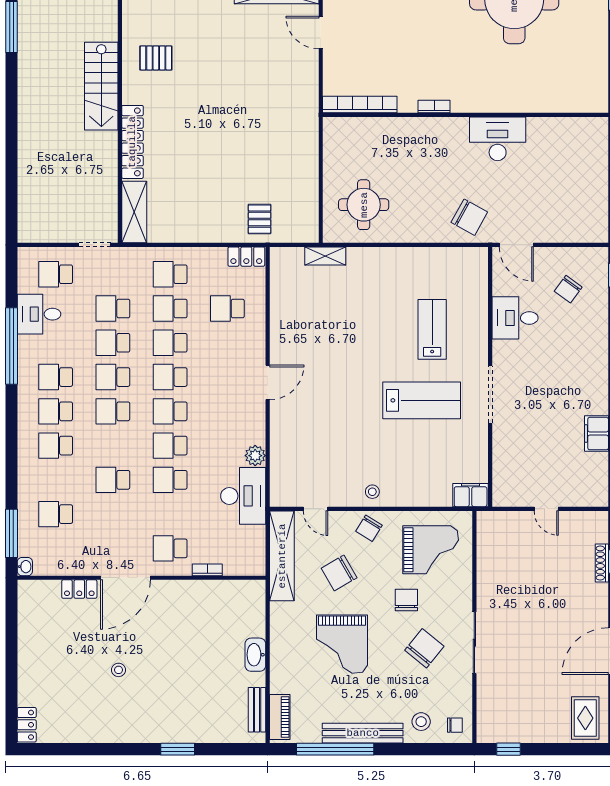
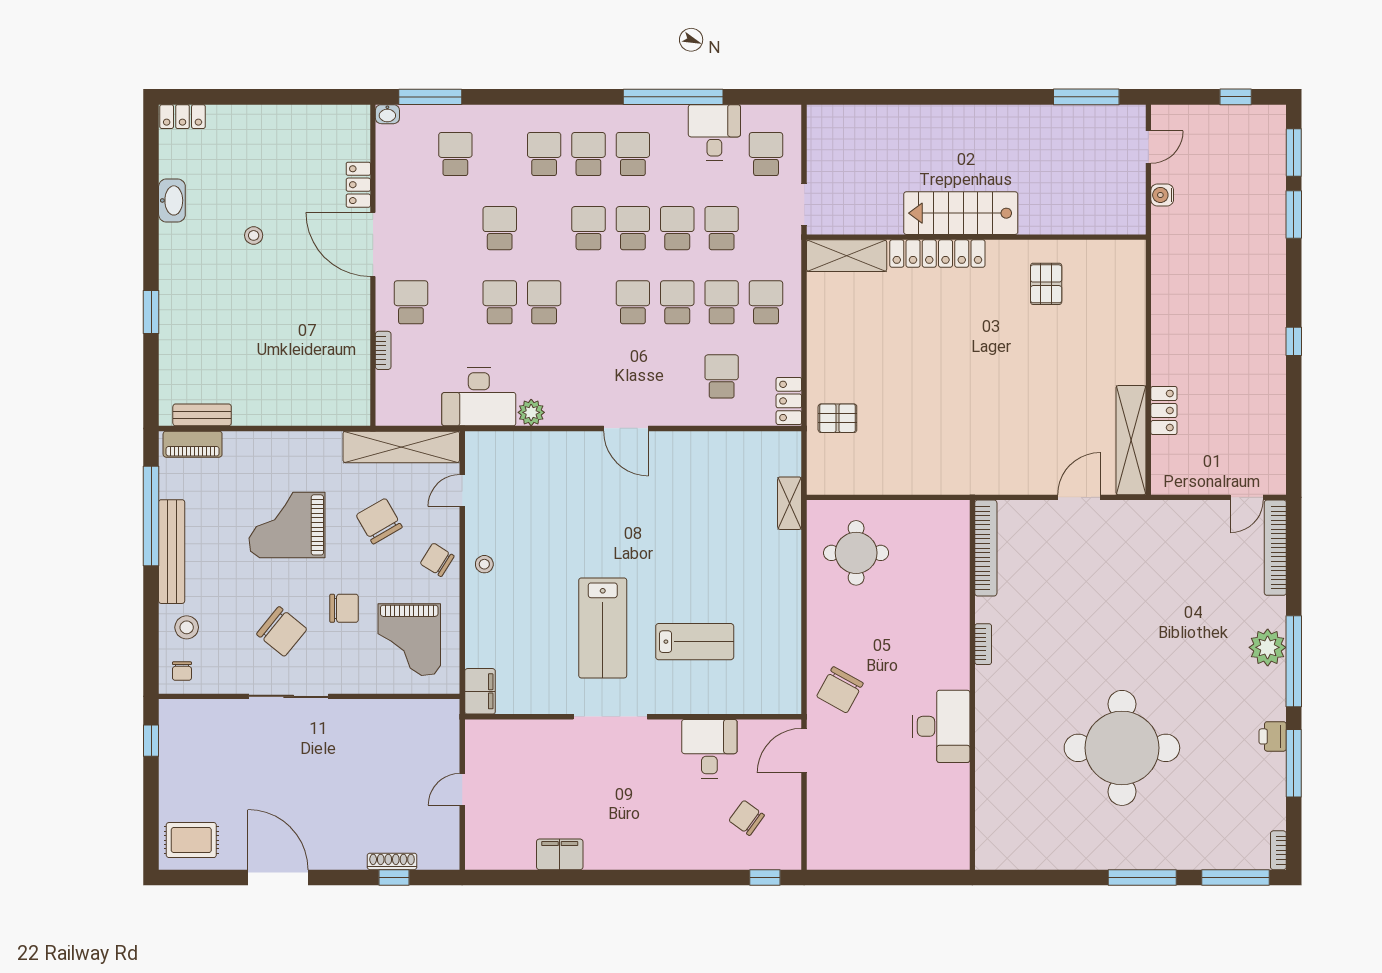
stairs: (101, 86) -> (961, 213), moved
school desk: (170, 411) -> (588, 302), removed
washbasin: (255, 655) -> (172, 200), moved, turned 90

